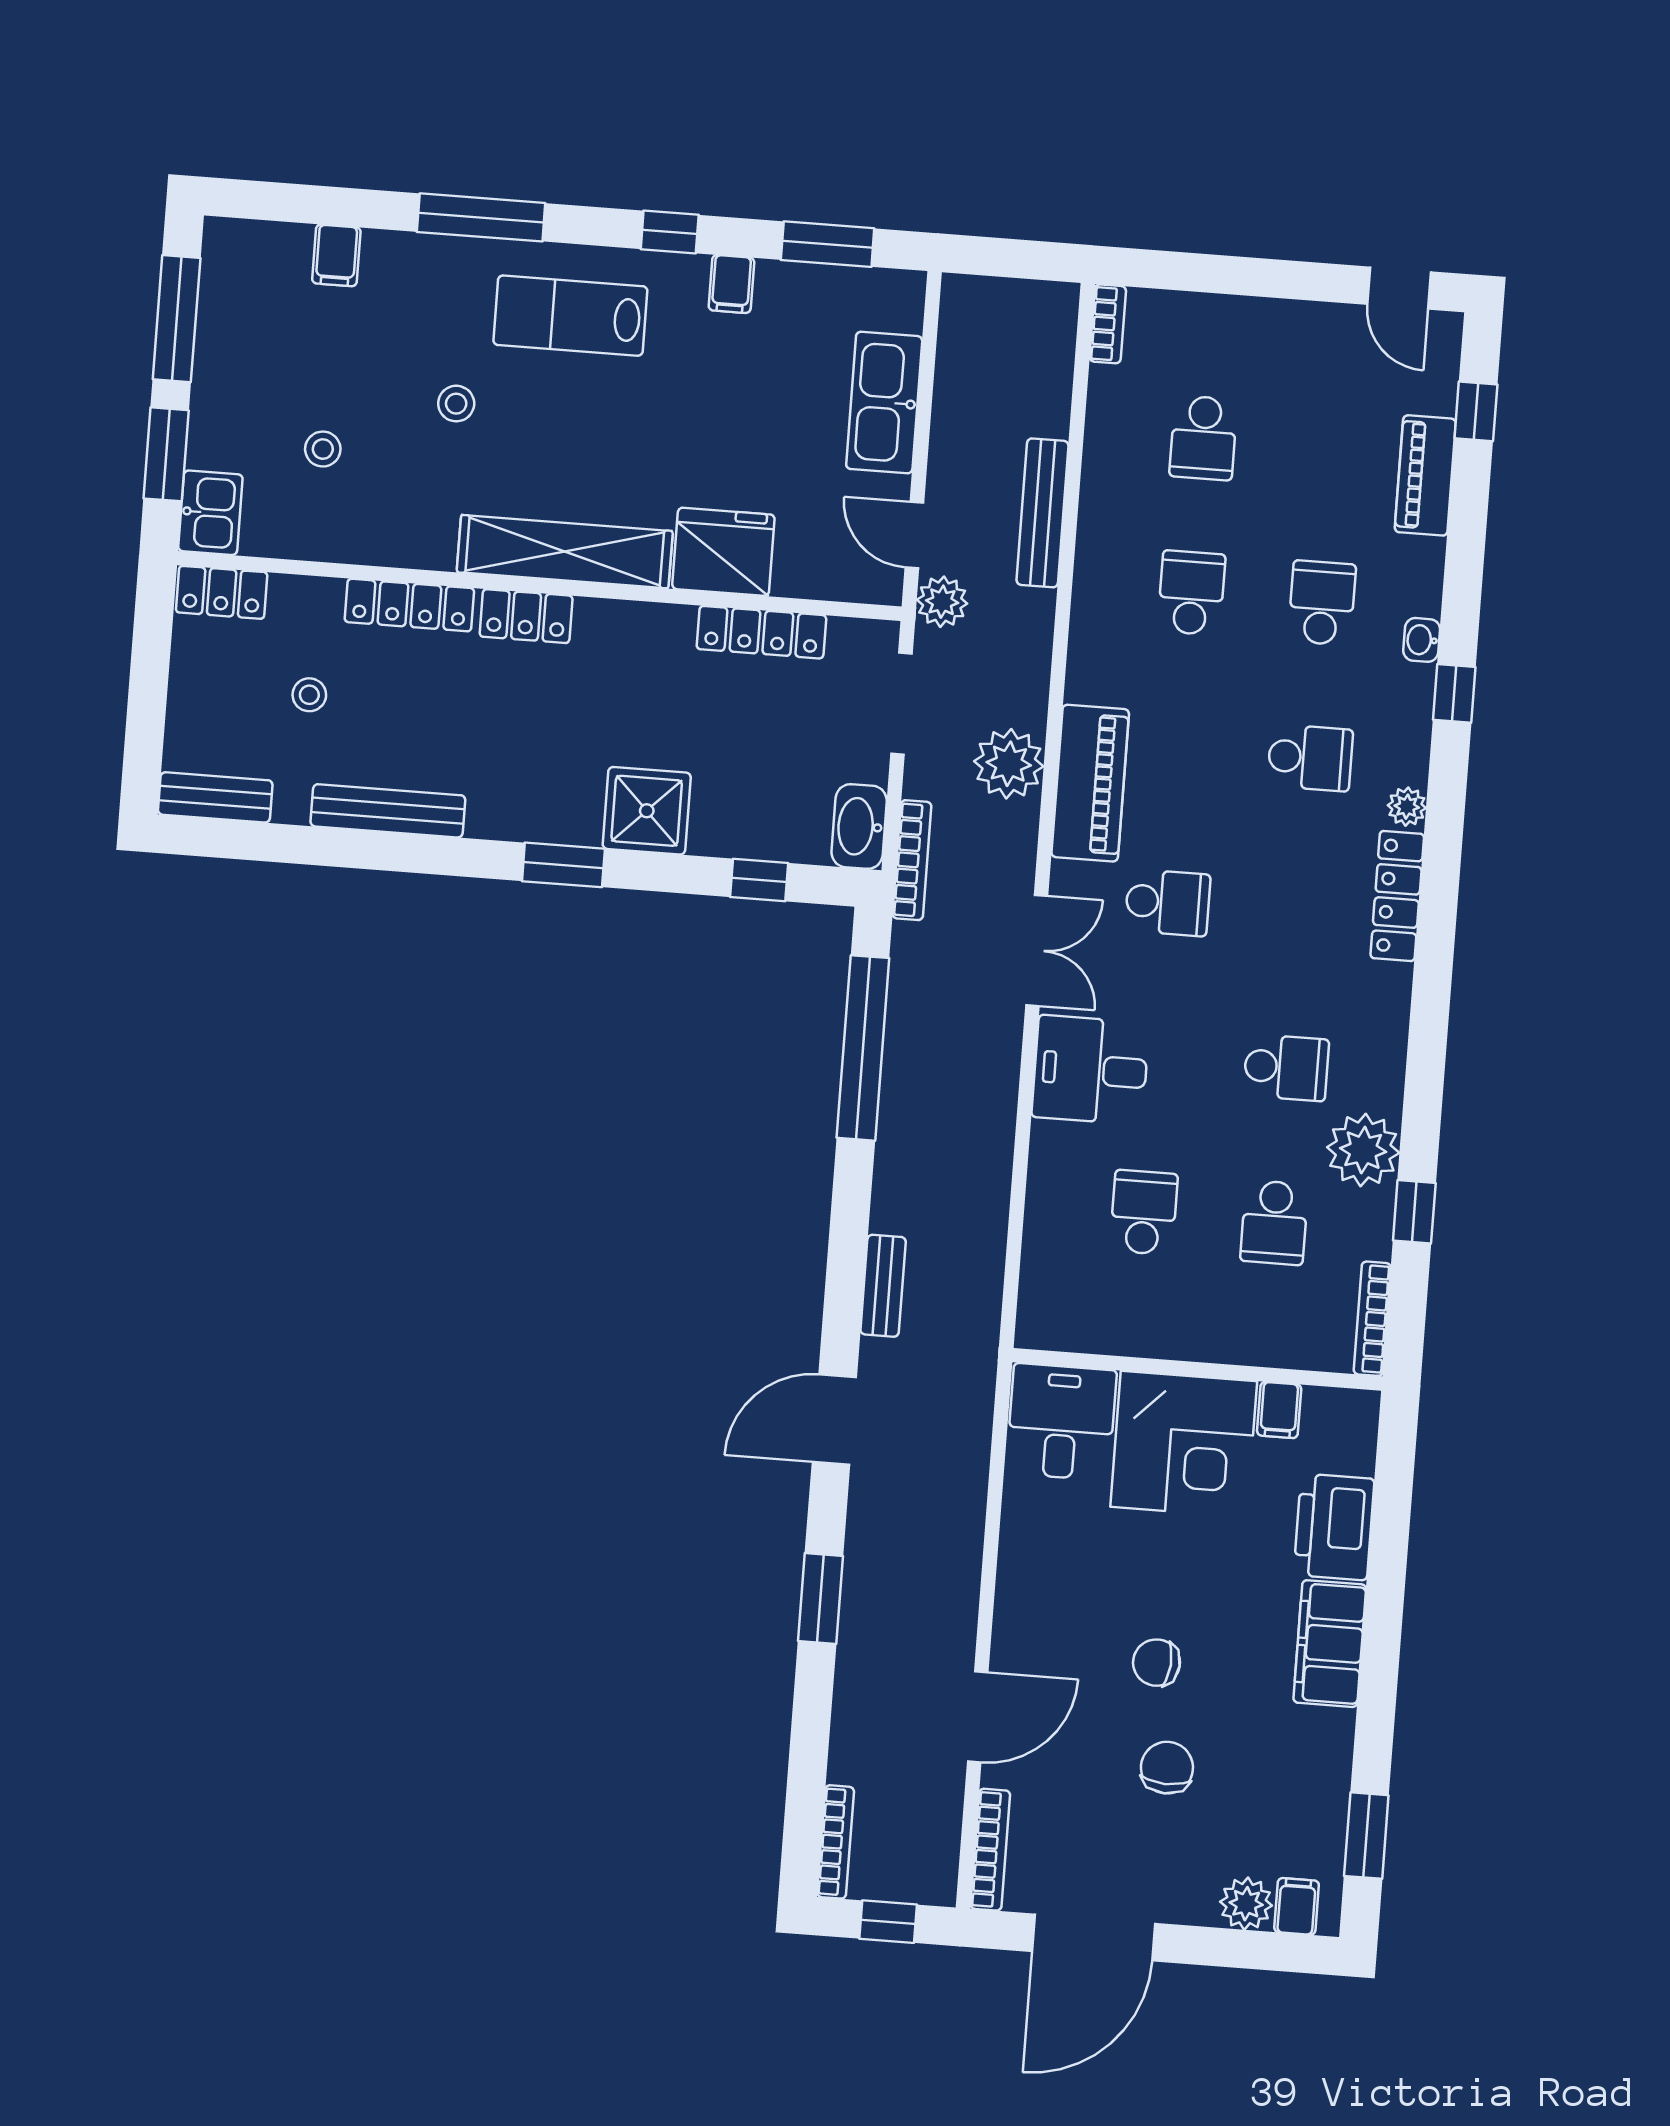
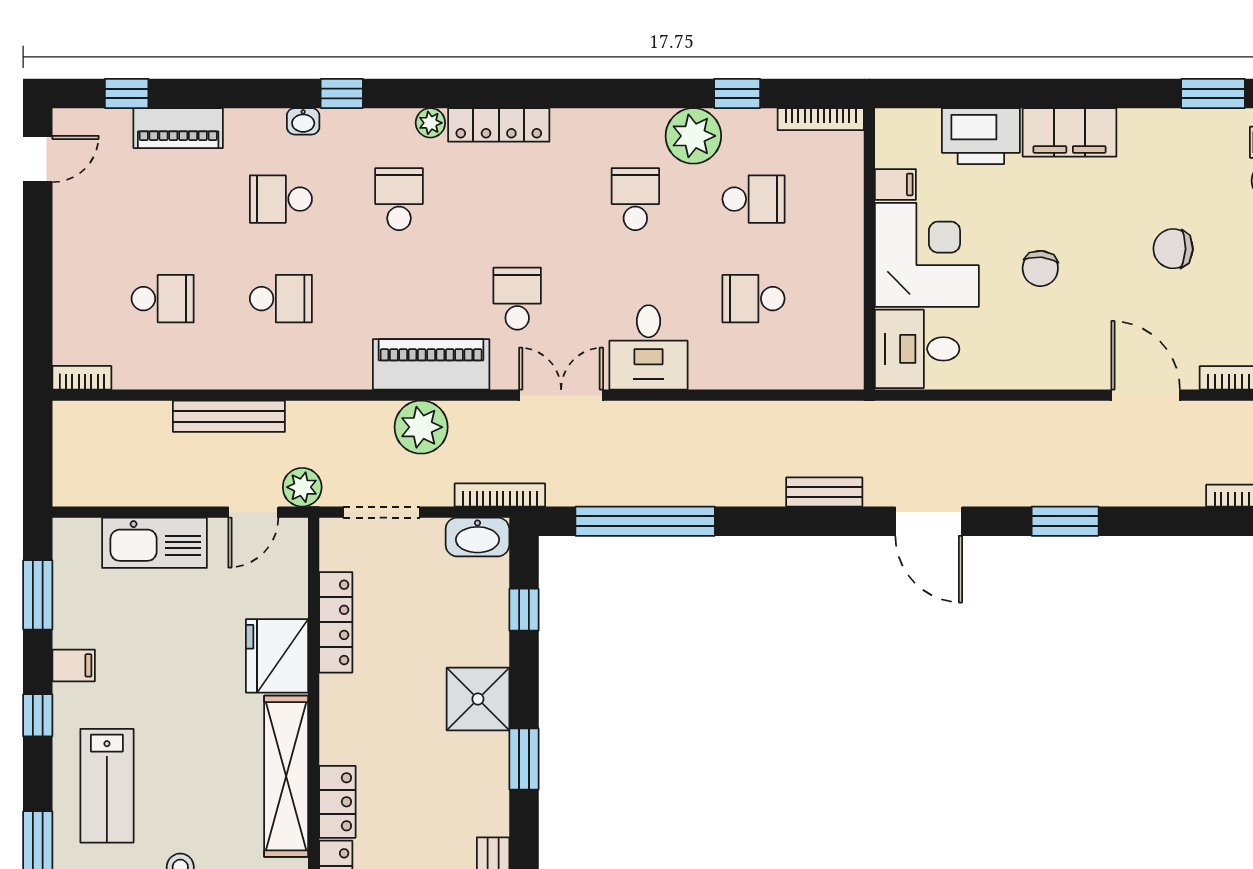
school desk: (1191, 593) -> (281, 299), turned 180
chair: (1157, 1663) -> (1040, 268), moved

